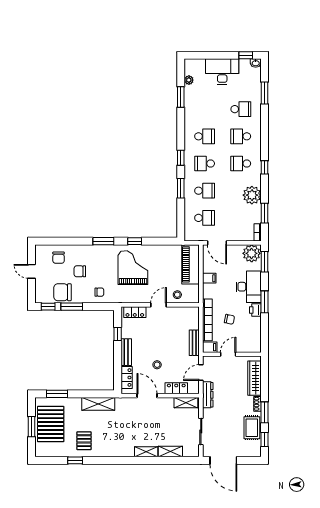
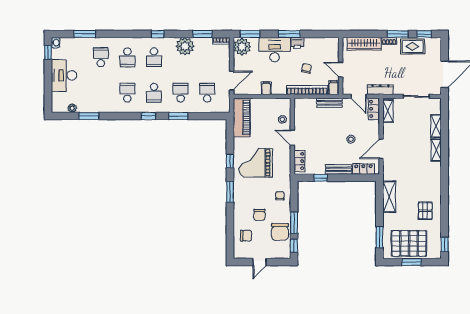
piano: (191, 264) -> (242, 117), moved, turned -90
locker: (176, 388) -> (374, 109), moved
pallet: (84, 441) -> (425, 211), turned 90
window: (75, 460) -> (445, 244), moved

